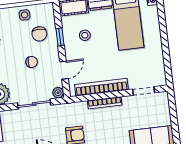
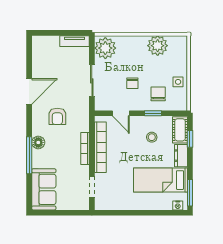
chair: (39, 34) -> (158, 94), turned 90
plant: (58, 93) -> (100, 105), removed

